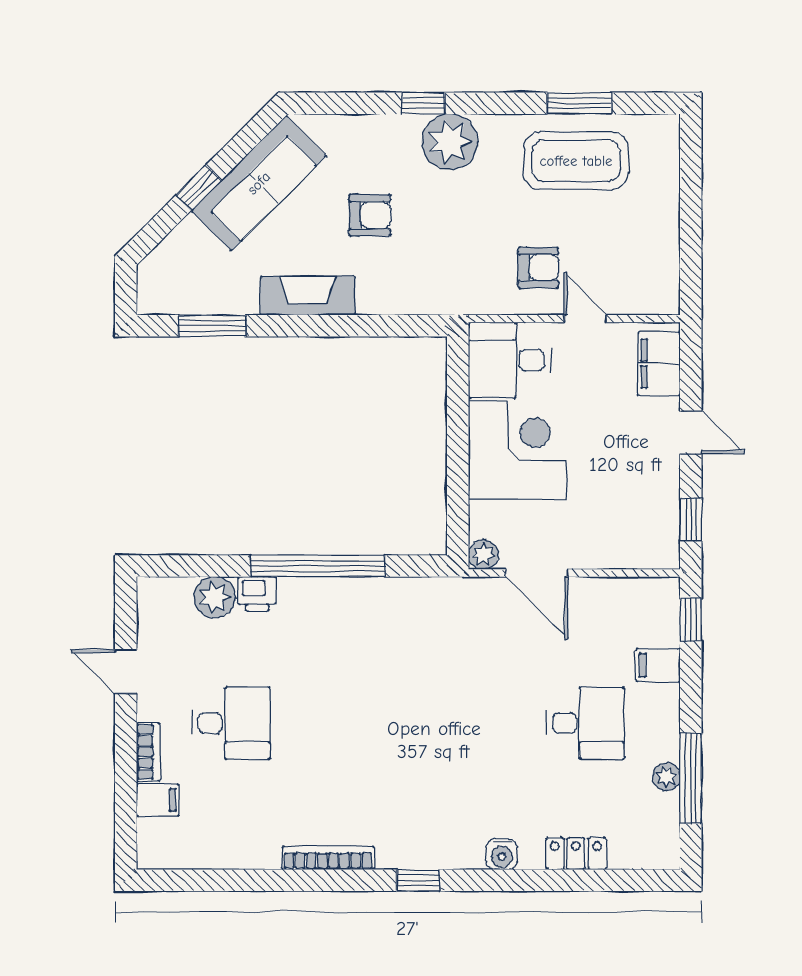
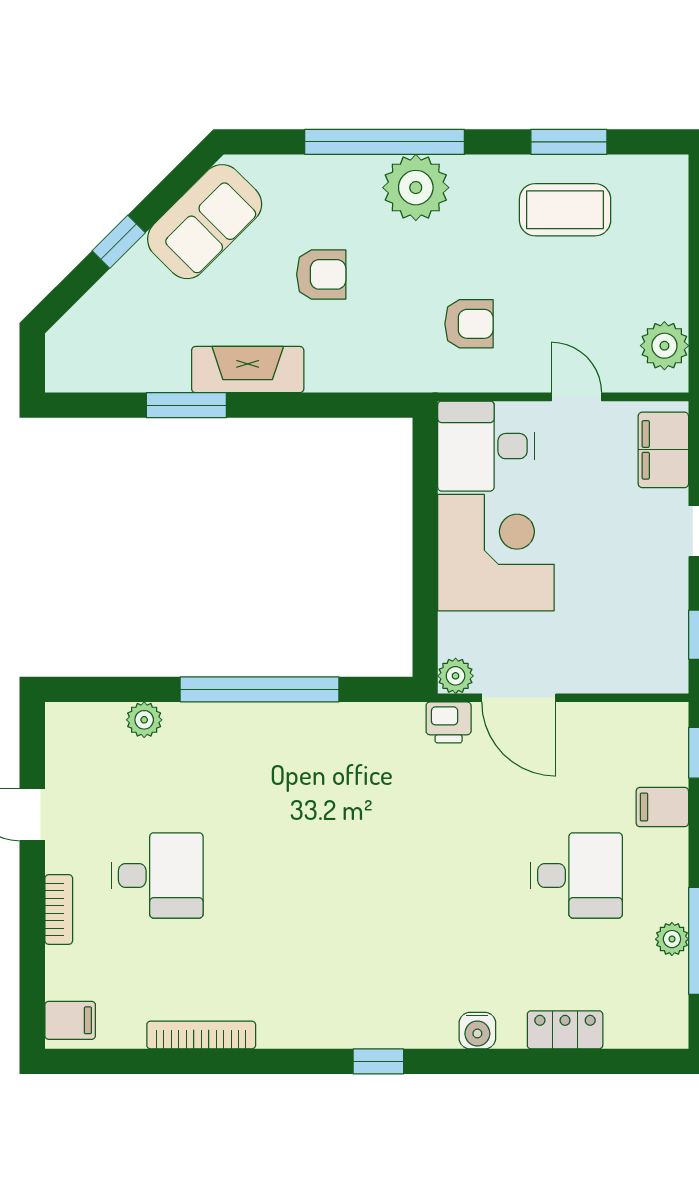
window: (423, 103) -> (385, 142), width x3.17
coffee table: (576, 161) -> (565, 210), width x0.73, depth x0.76
sofa: (259, 183) -> (205, 222), width x0.73
armchair: (538, 268) -> (469, 324), moved
plant: (660, 275) -> (664, 346), added
window: (212, 326) -> (186, 405), moved
printer: (257, 594) -> (449, 722), moved
plant: (215, 597) -> (144, 720), width x0.73, depth x0.73
filing cabinet: (158, 800) -> (70, 1020), moved
bookcase: (328, 858) -> (201, 1035), moved

